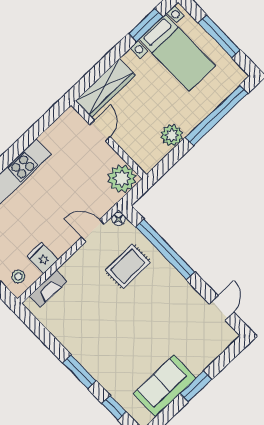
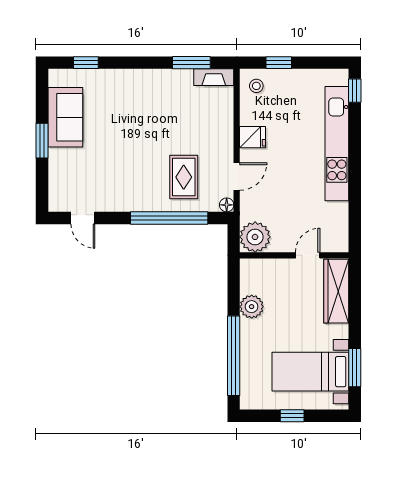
window: (219, 36) -> (292, 416), width x0.46
door: (100, 131) -> (308, 255), swing flipped
fridge: (43, 258) -> (253, 137), moved
fireplace: (48, 289) -> (214, 77), moved, turned -90
window: (79, 372) -> (191, 63), moved

